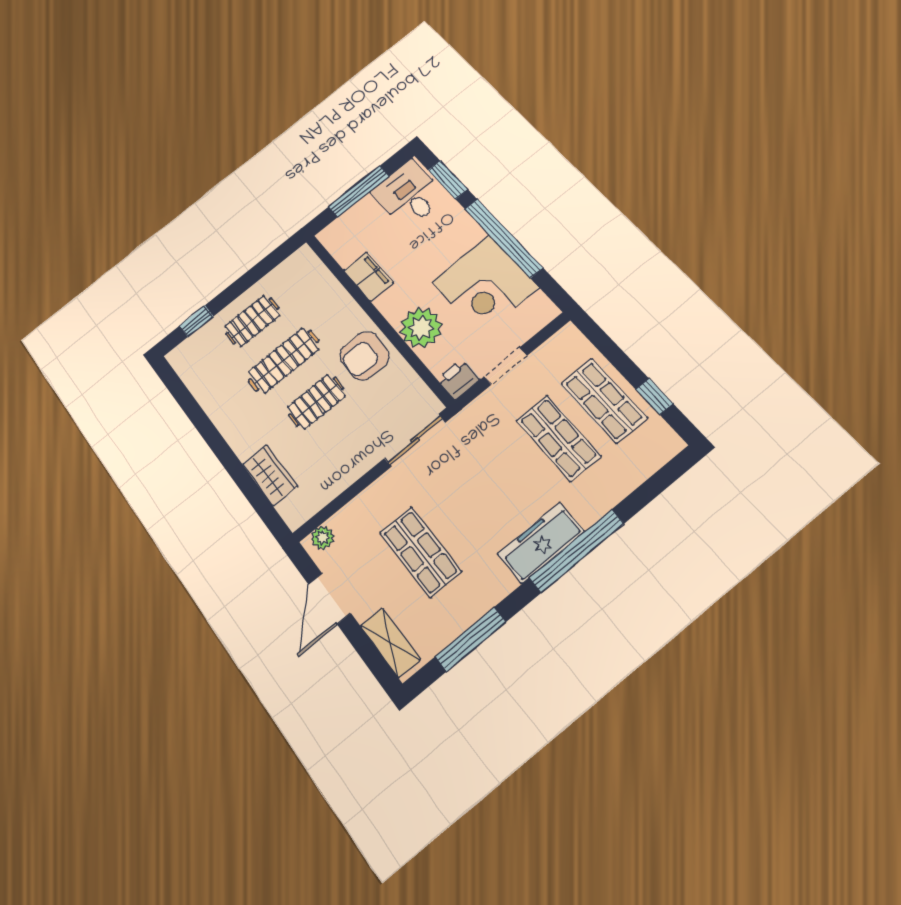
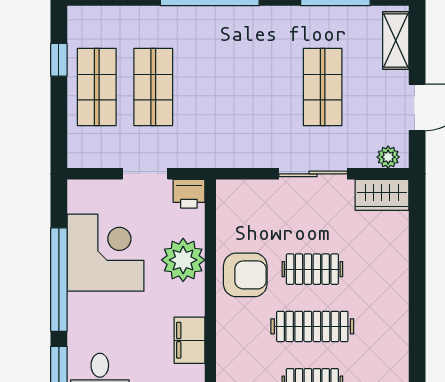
sliding door: (415, 440) -> (313, 174), moved
wardrobe: (270, 475) -> (382, 195), moved, turned -90
freezer: (541, 543) -> (230, 23), removed

